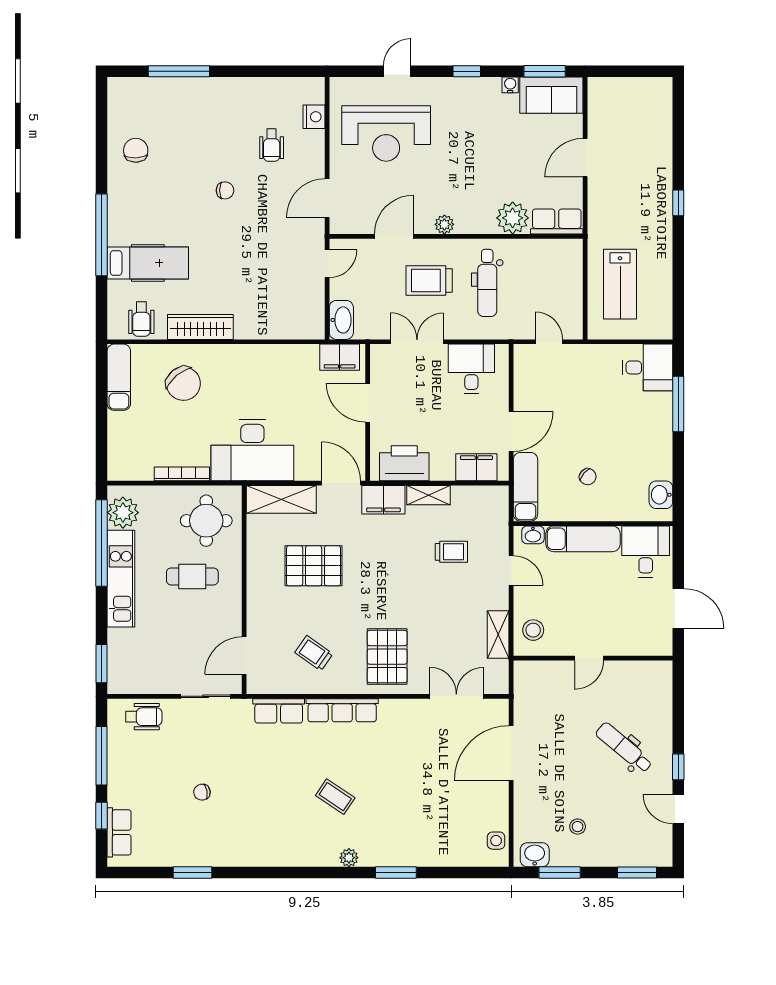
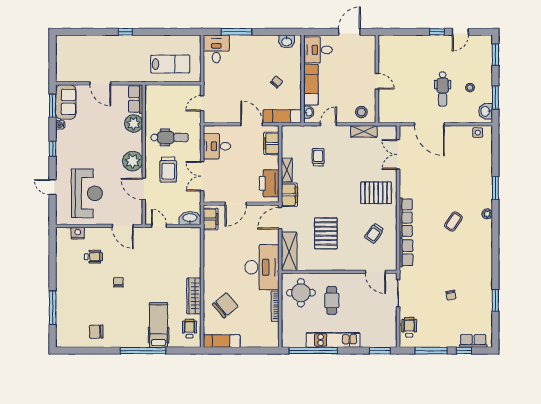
plant: (444, 224) -> (133, 161), width x1.88, depth x1.88
wheelchair: (141, 319) -> (190, 329), turned -90
plant: (123, 513) -> (296, 339), removed
dental chair: (624, 748) -> (443, 89), moved, turned -40

